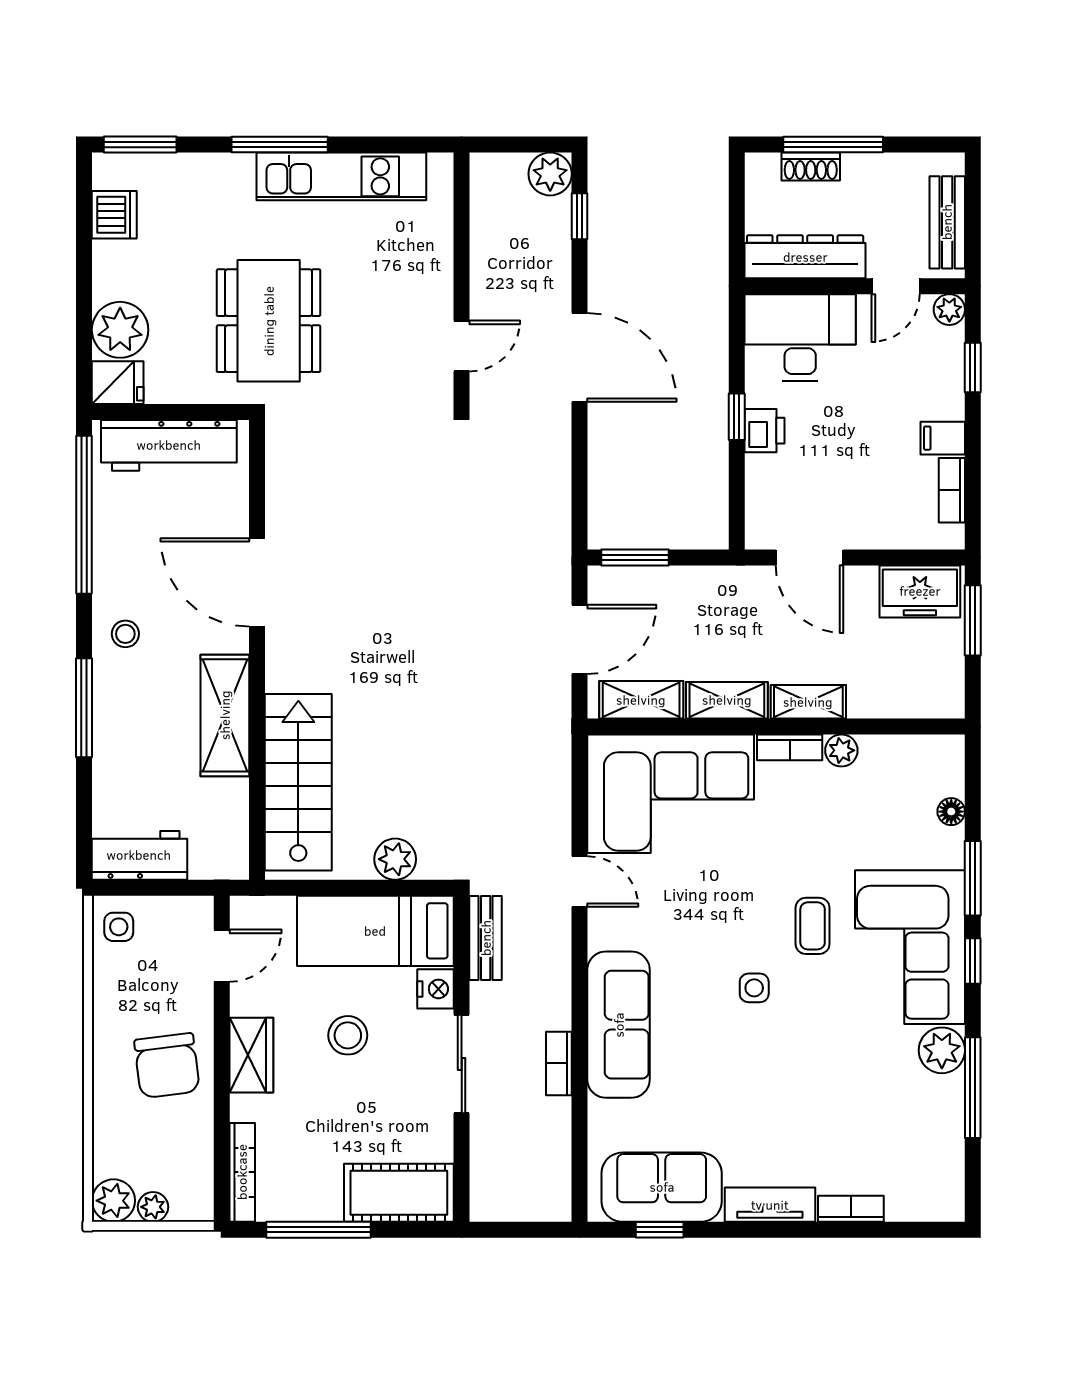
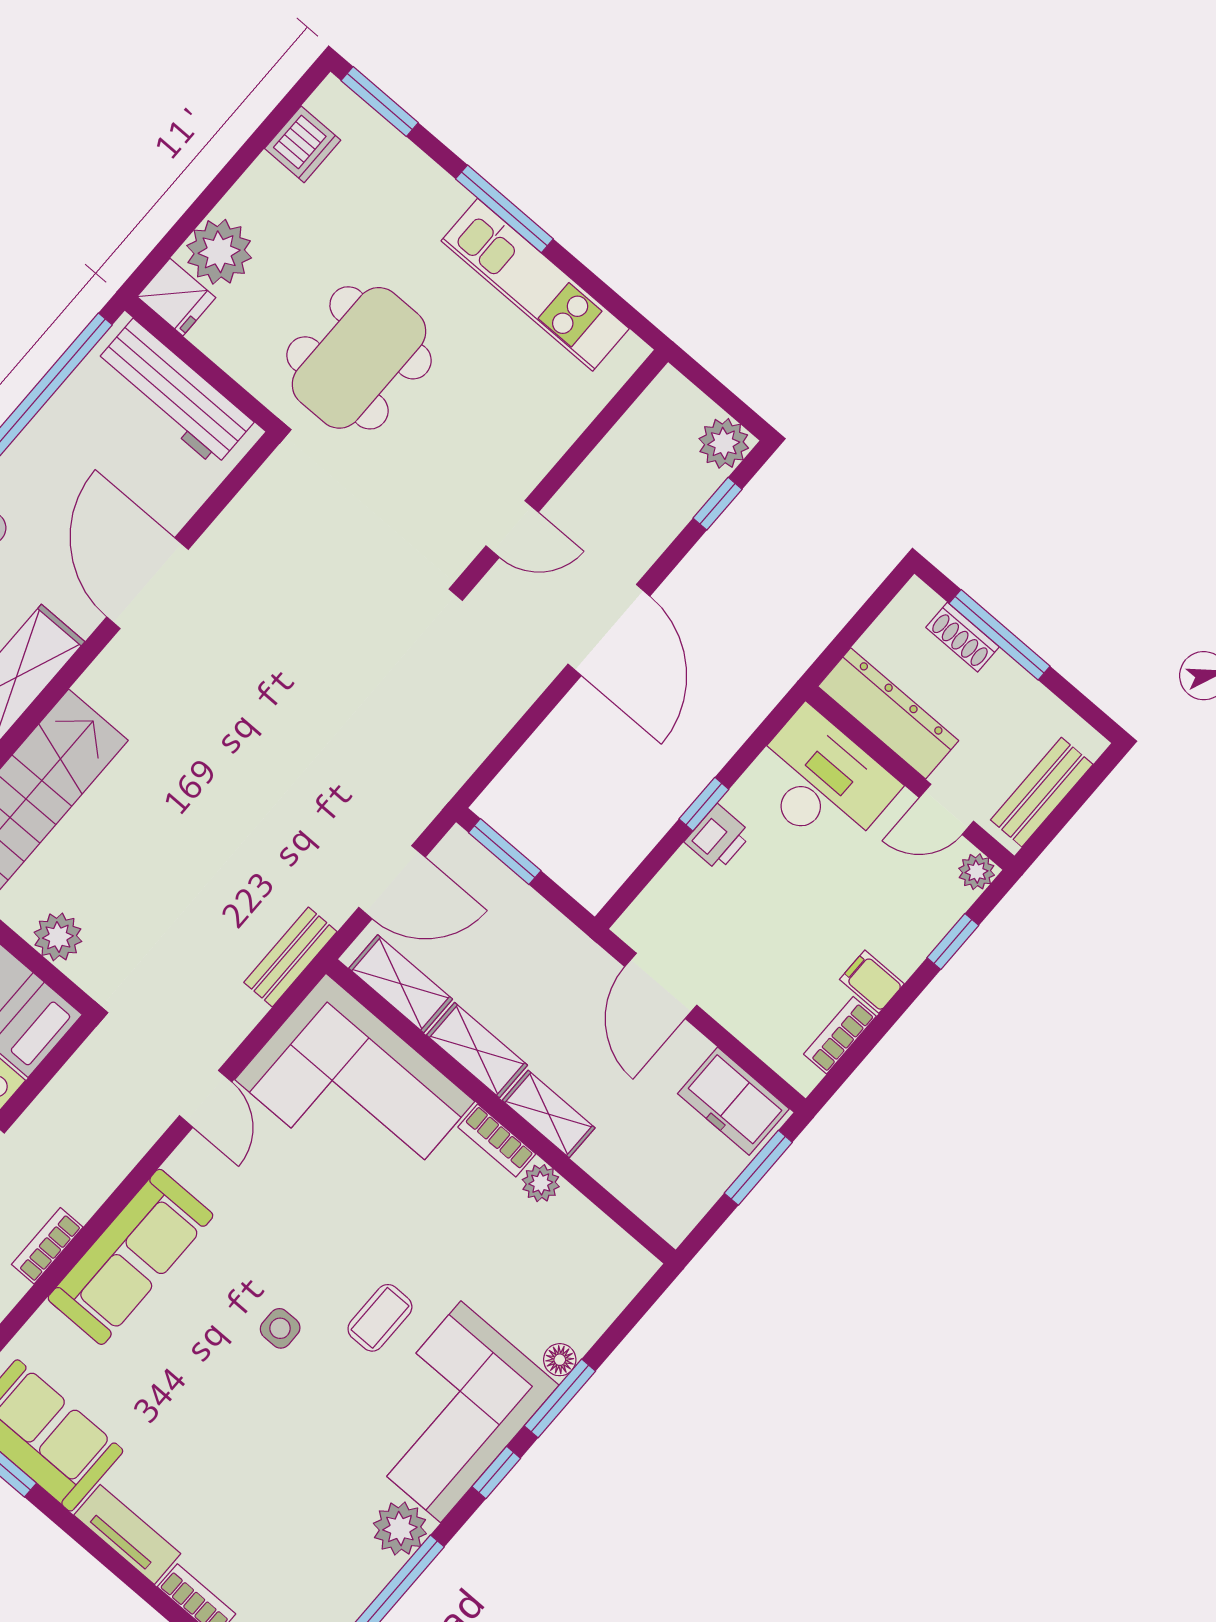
floor lamp: (951, 812) -> (560, 1360), moved
bench: (486, 938) -> (290, 957), moved

